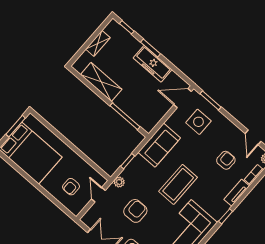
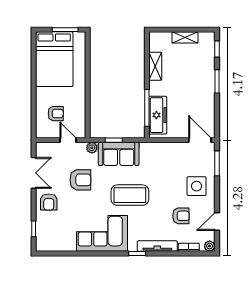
freezer: (153, 64) -> (158, 115), moved, turned 180
shelving: (101, 82) -> (155, 66), width x0.67, depth x0.75
side table: (198, 122) -> (197, 186), moved
sofa: (159, 145) -> (119, 154), moved
armchair: (71, 187) -> (56, 114), turned 180
tv unit: (237, 193) -> (157, 246), width x1.41
door: (98, 195) -> (68, 140), hinge flipped

